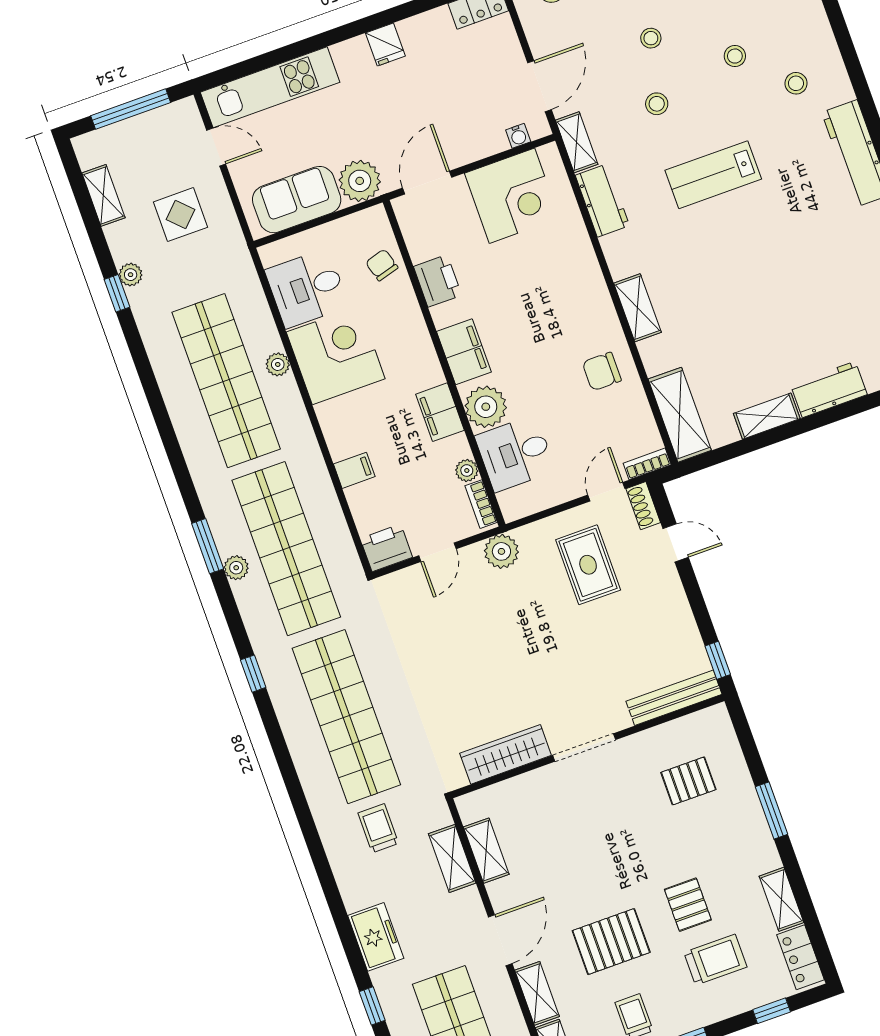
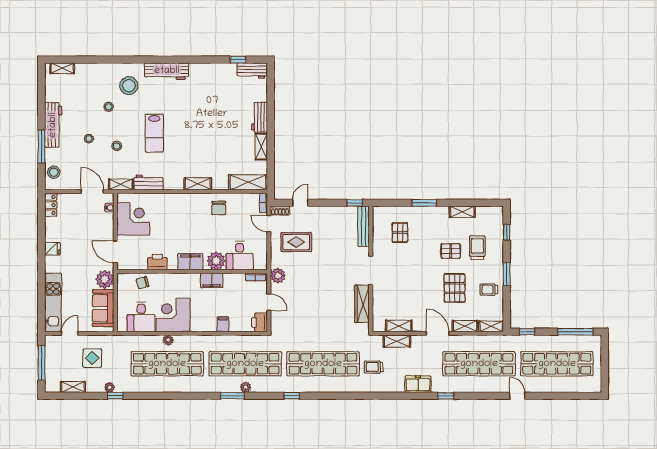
stool: (796, 83) -> (129, 86), width x1.89, depth x1.89
plant: (467, 471) -> (240, 278), removed
locker: (800, 957) -> (489, 212), removed

